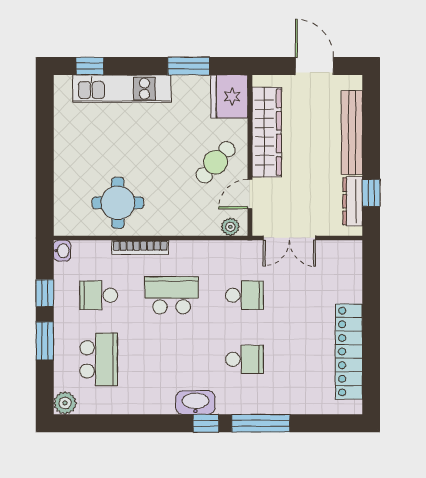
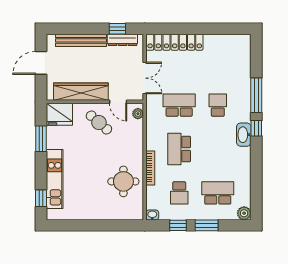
school desk: (244, 295) -> (179, 105), width x1.85
locker: (349, 352) -> (175, 42), moved

